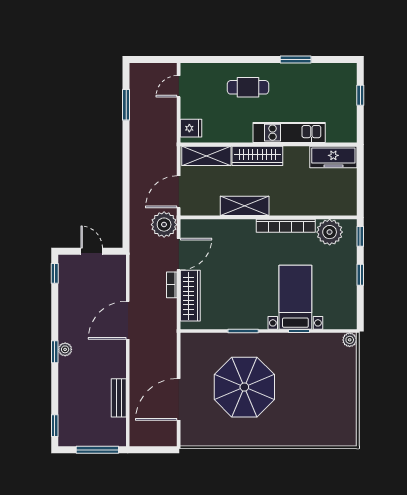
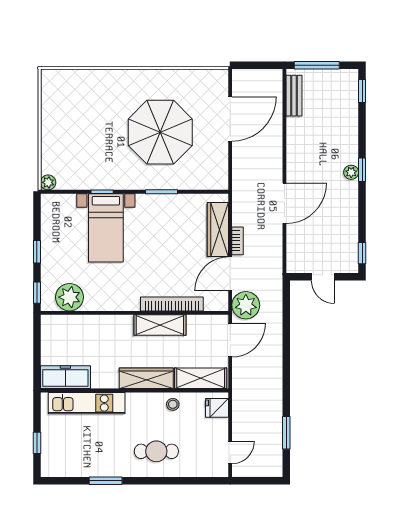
stool: (233, 131) -> (173, 404), added
kitchen unit: (289, 133) -> (87, 403), moved
bookcase: (286, 226) -> (172, 304), moved
bench: (119, 398) -> (294, 96), moved

